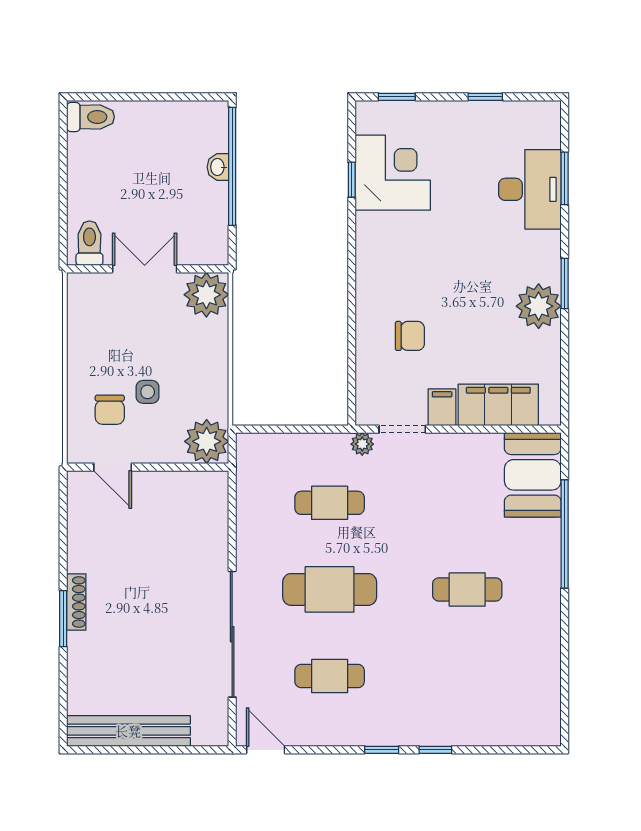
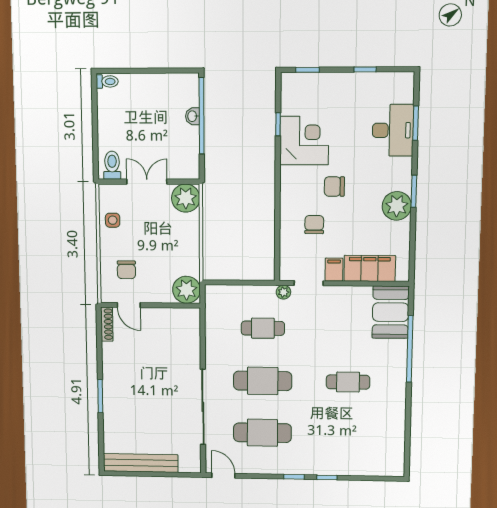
toilet: (91, 117) -> (107, 81), width x0.73, depth x0.72
corner desk: (393, 173) -> (304, 141), moved
chair: (441, 276) -> (334, 186), added
chair: (410, 336) -> (314, 225), turned -90
side table: (148, 392) -> (113, 220), moved
shoe rack: (76, 602) -> (107, 324), moved
cafe table: (330, 676) -> (262, 433), width x1.37, depth x1.35

